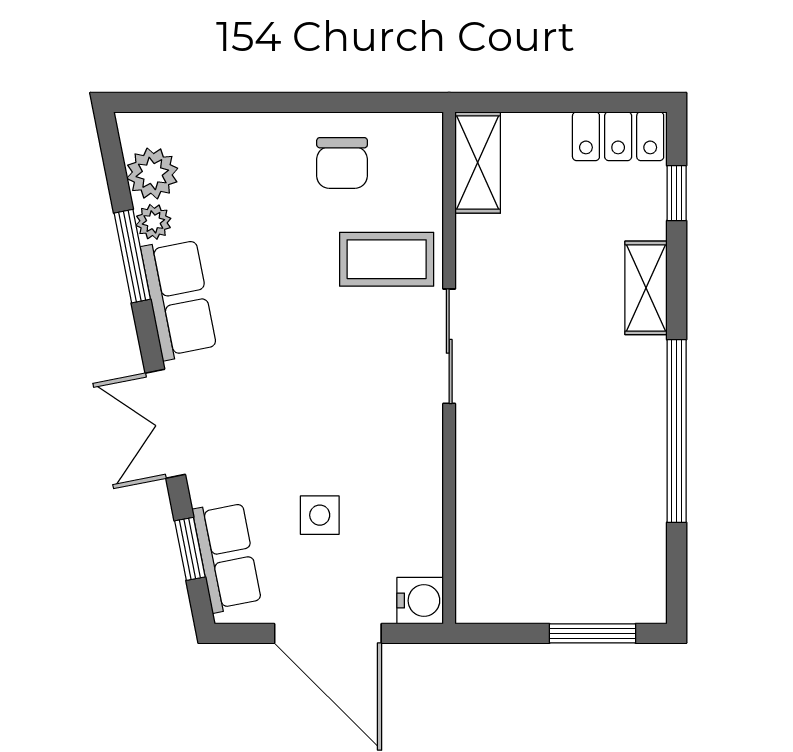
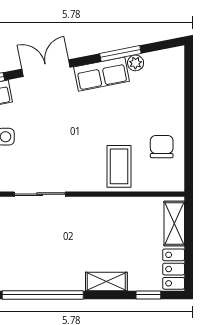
chair: (342, 163) -> (162, 147), turned 90
shelving: (478, 163) -> (174, 224), moved, turned 90
plant: (152, 173) -> (157, 62), removed
sliding door: (449, 346) -> (40, 194), moved

